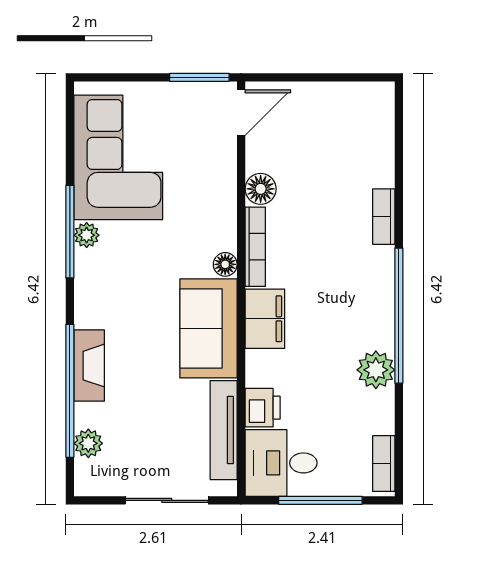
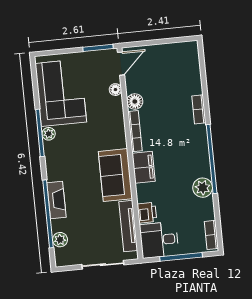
floor lamp: (225, 264) -> (115, 90), moved

